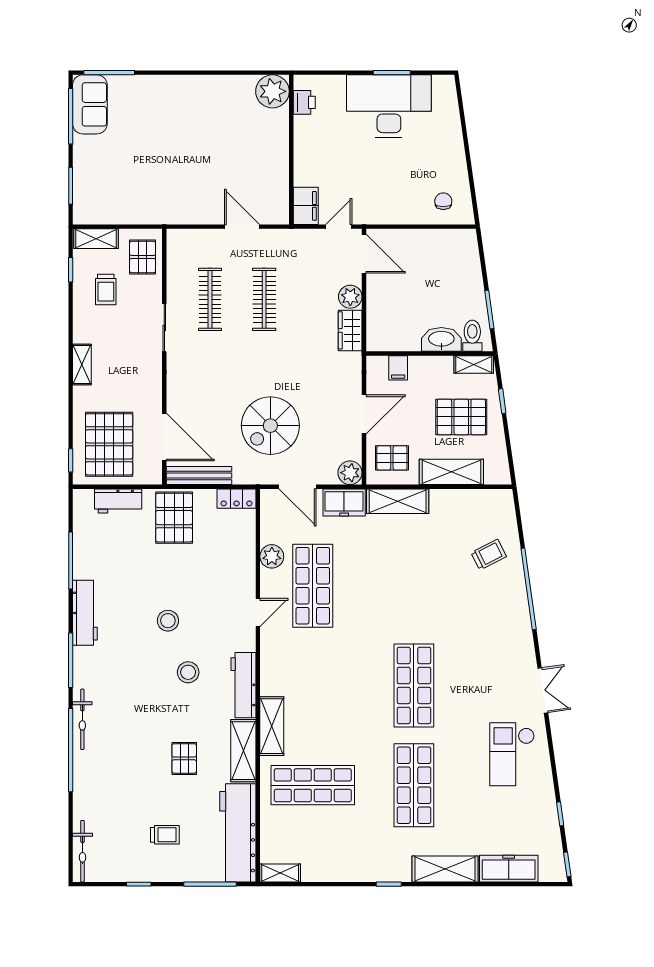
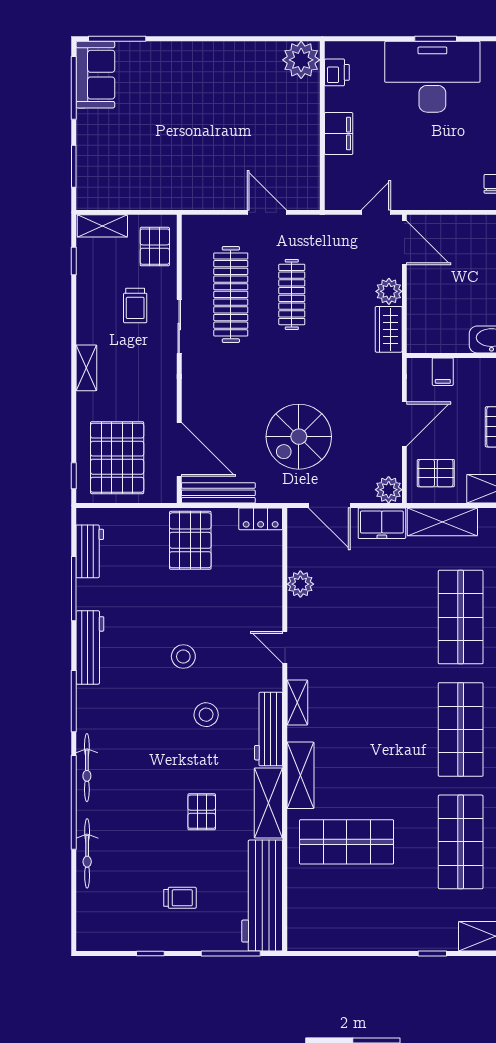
filing cabinet: (306, 206) -> (339, 134), moved
trolley: (106, 290) -> (135, 306), moved
clothes rail: (210, 299) -> (231, 294), width x1.37, depth x1.31
workbench: (118, 501) -> (90, 551), moved, turned -90
shop shelf: (313, 586) -> (461, 617), moved
door: (258, 613) -> (285, 647), swing flipped
bicycle: (83, 851) -> (87, 853), moved
shelving: (280, 873) -> (297, 703), moved, turned 90

